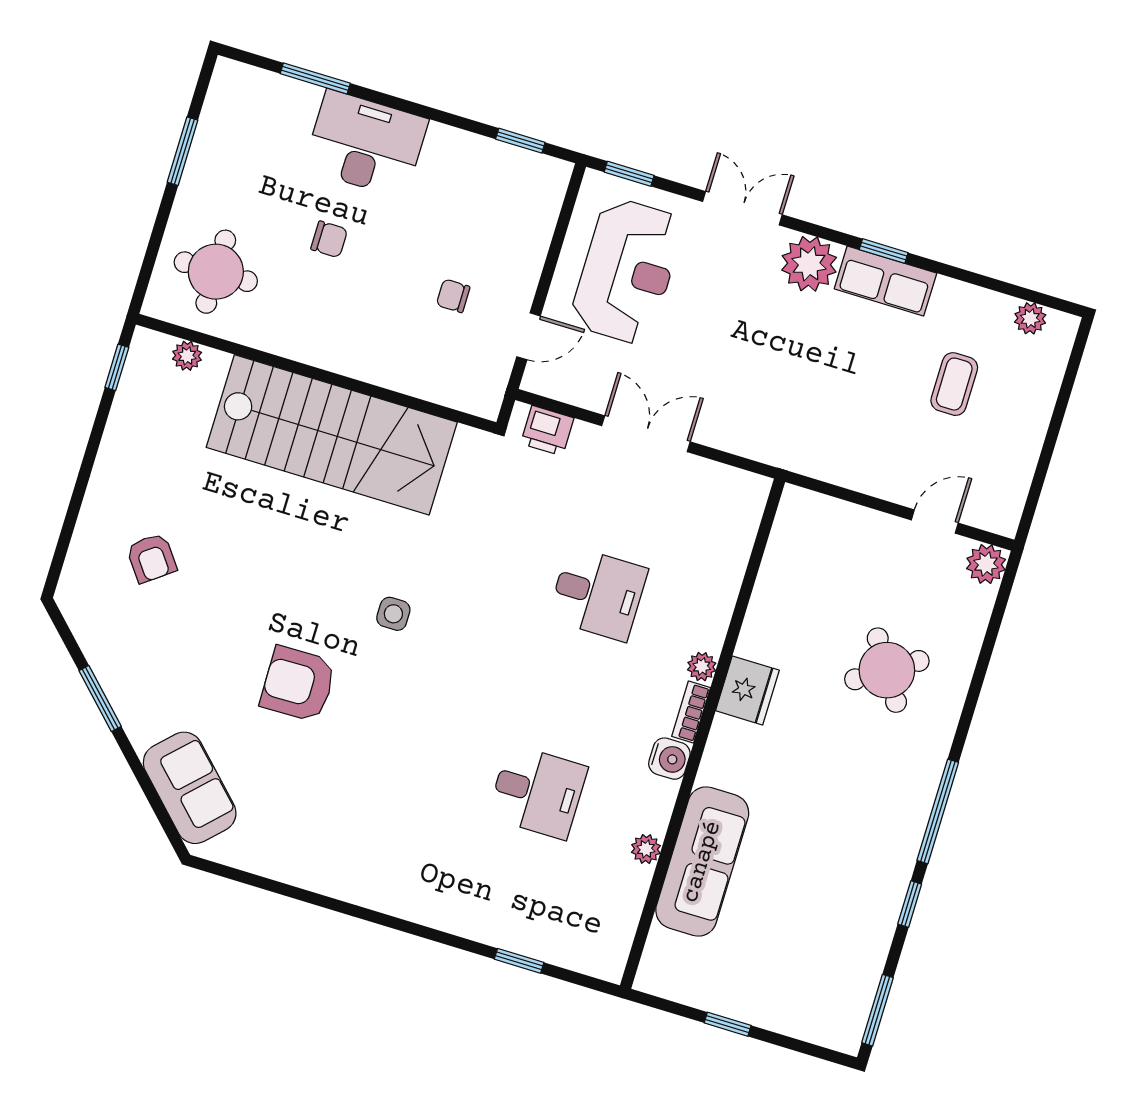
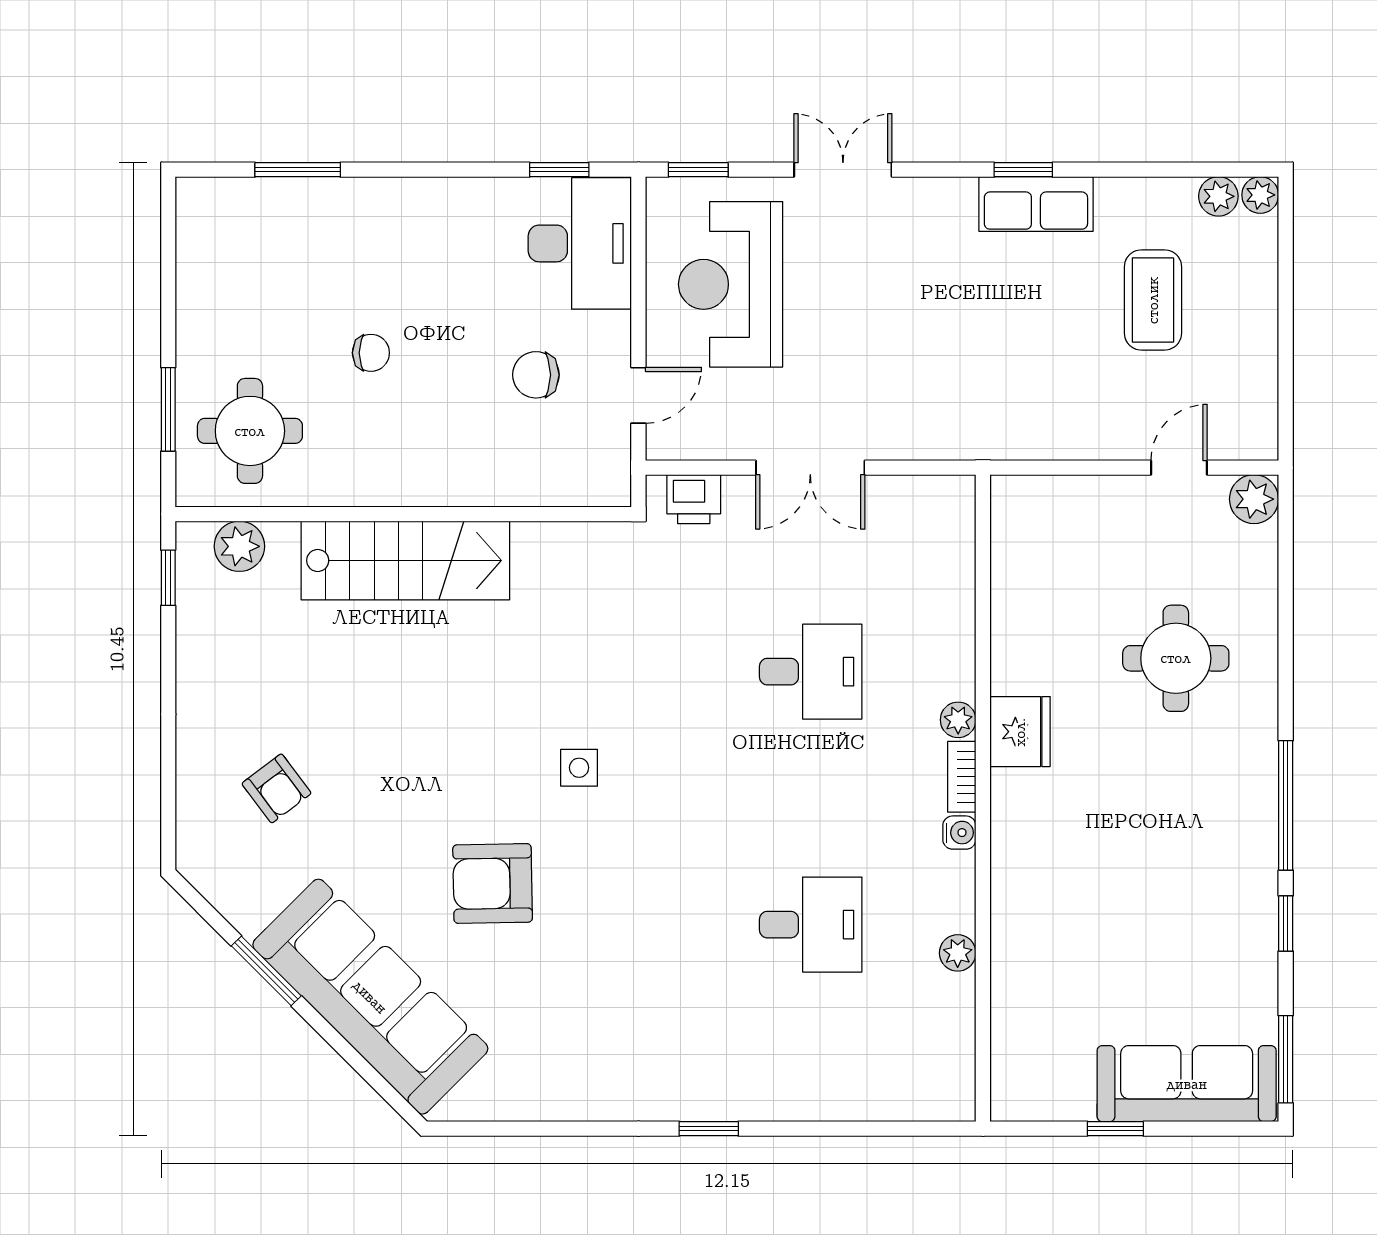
desk: (366, 144) -> (580, 243), moved, turned 90
window: (183, 151) -> (168, 409), moved
plant: (809, 264) -> (1260, 195), moved, width x0.53, depth x0.53
reception desk: (627, 271) -> (731, 284), turned 180
chair: (453, 296) -> (536, 375), width x1.37, depth x1.37
plant: (187, 356) -> (239, 546), width x1.38, depth x1.38
coffee table: (954, 384) -> (1153, 300), width x1.36, depth x1.30
double door: (646, 434) -> (810, 468), swing flipped
stairs: (332, 435) -> (405, 560), width x0.73, depth x0.66
round table: (887, 670) -> (1176, 658), turned 33
water cooler: (669, 759) -> (959, 833), width x0.72, depth x0.72
sofa: (190, 788) -> (370, 997), width x1.85, depth x1.27
sofa: (702, 862) -> (1187, 1084), moved, turned -90
window: (519, 961) -> (709, 1129), moved

